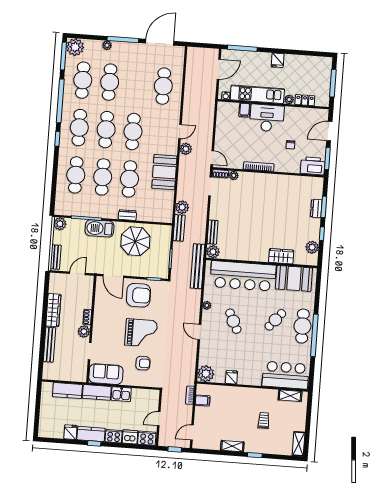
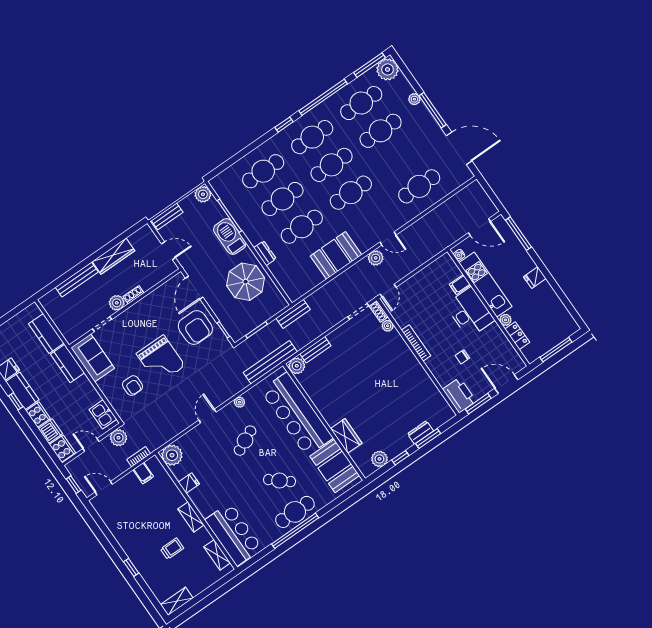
plant: (182, 207) -> (118, 438), moved
kitchen sink: (121, 394) -> (103, 414), moved
shelving: (232, 446) -> (191, 517), moved

